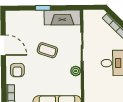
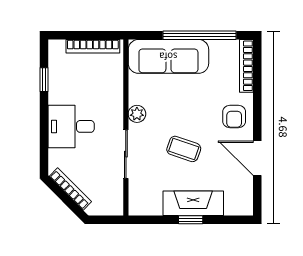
fireplace: (62, 18) -> (193, 203), moved
armchair: (17, 70) -> (234, 117), turned 180

